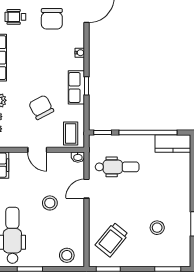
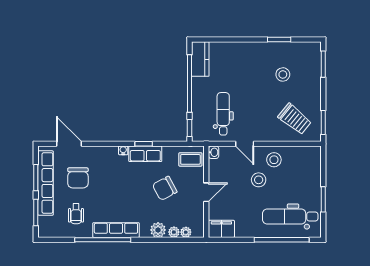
chair: (52, 19) -> (78, 178), turned 90
water cooler: (80, 53) -> (123, 150), moved
stool: (67, 255) -> (274, 160), moved

